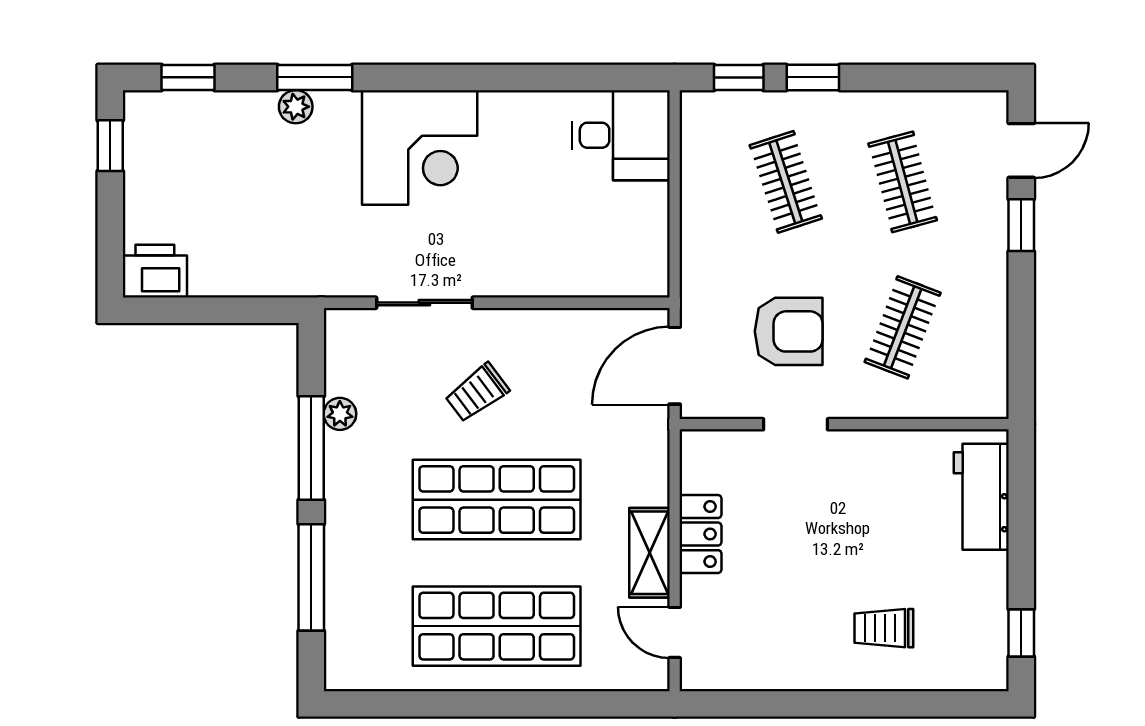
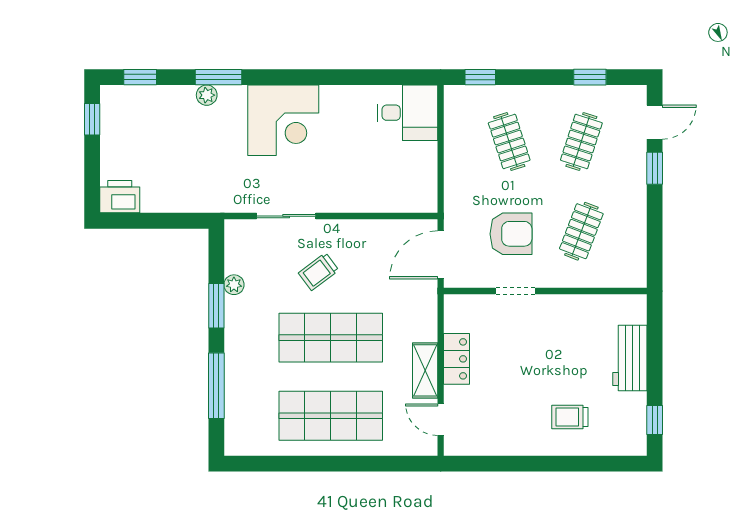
window: (813, 77) -> (590, 77), moved
clothes rail: (903, 182) -> (581, 142), turned 33
window: (311, 448) -> (216, 306), width x0.69
workbench: (981, 497) -> (630, 358), moved

